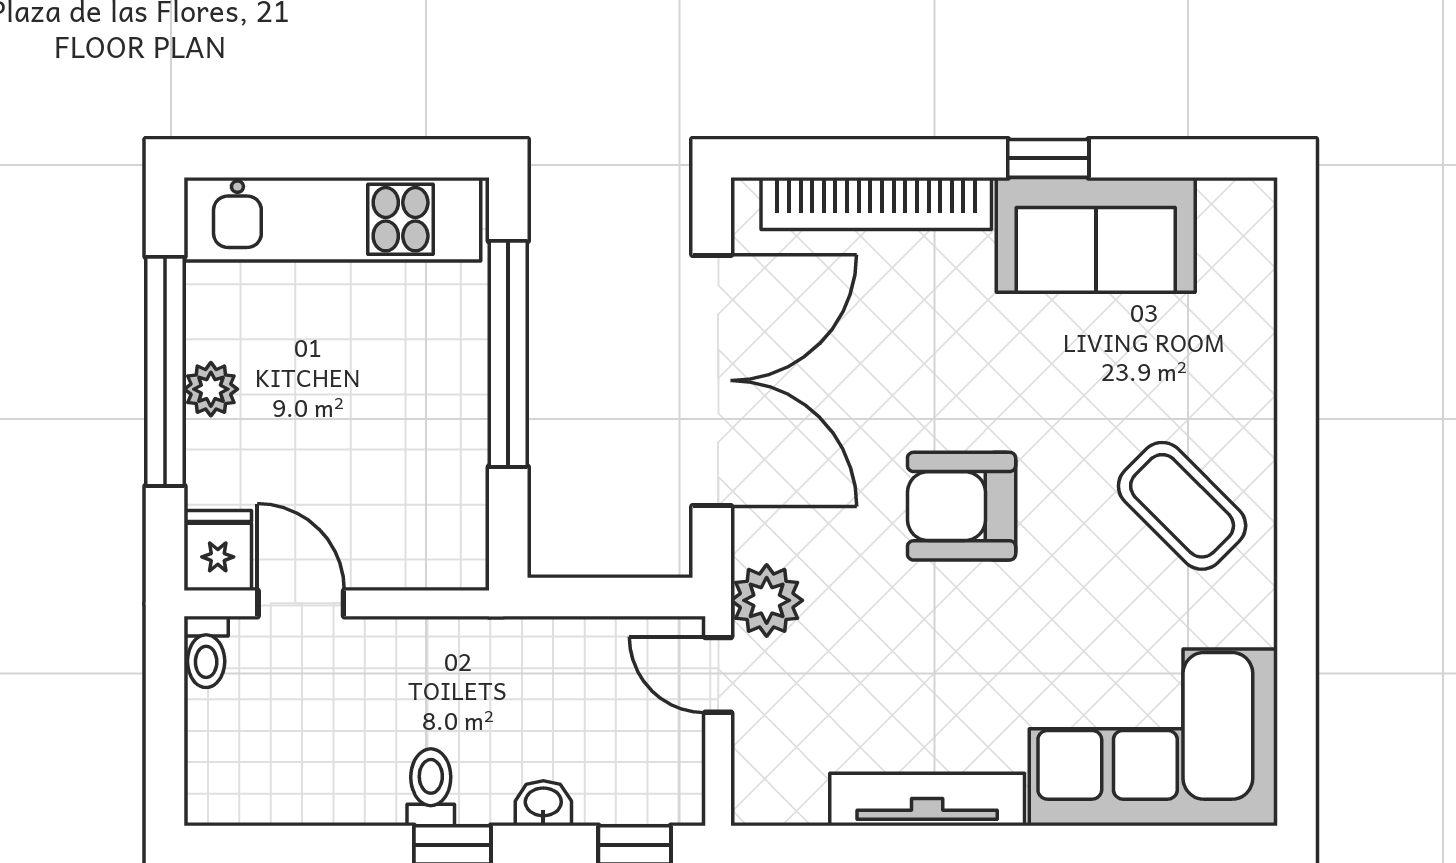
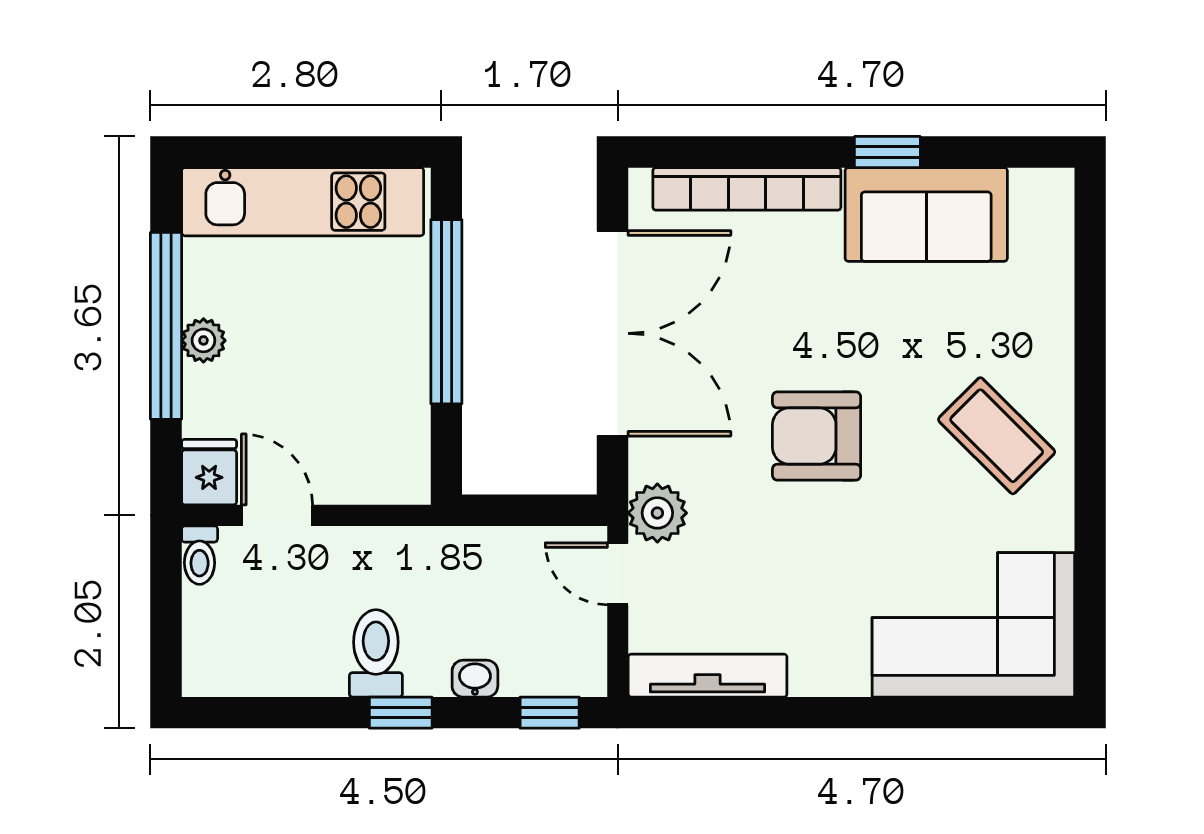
toilet: (431, 787) -> (376, 653), width x1.37, depth x1.39
tv unit: (927, 799) -> (708, 676), moved

